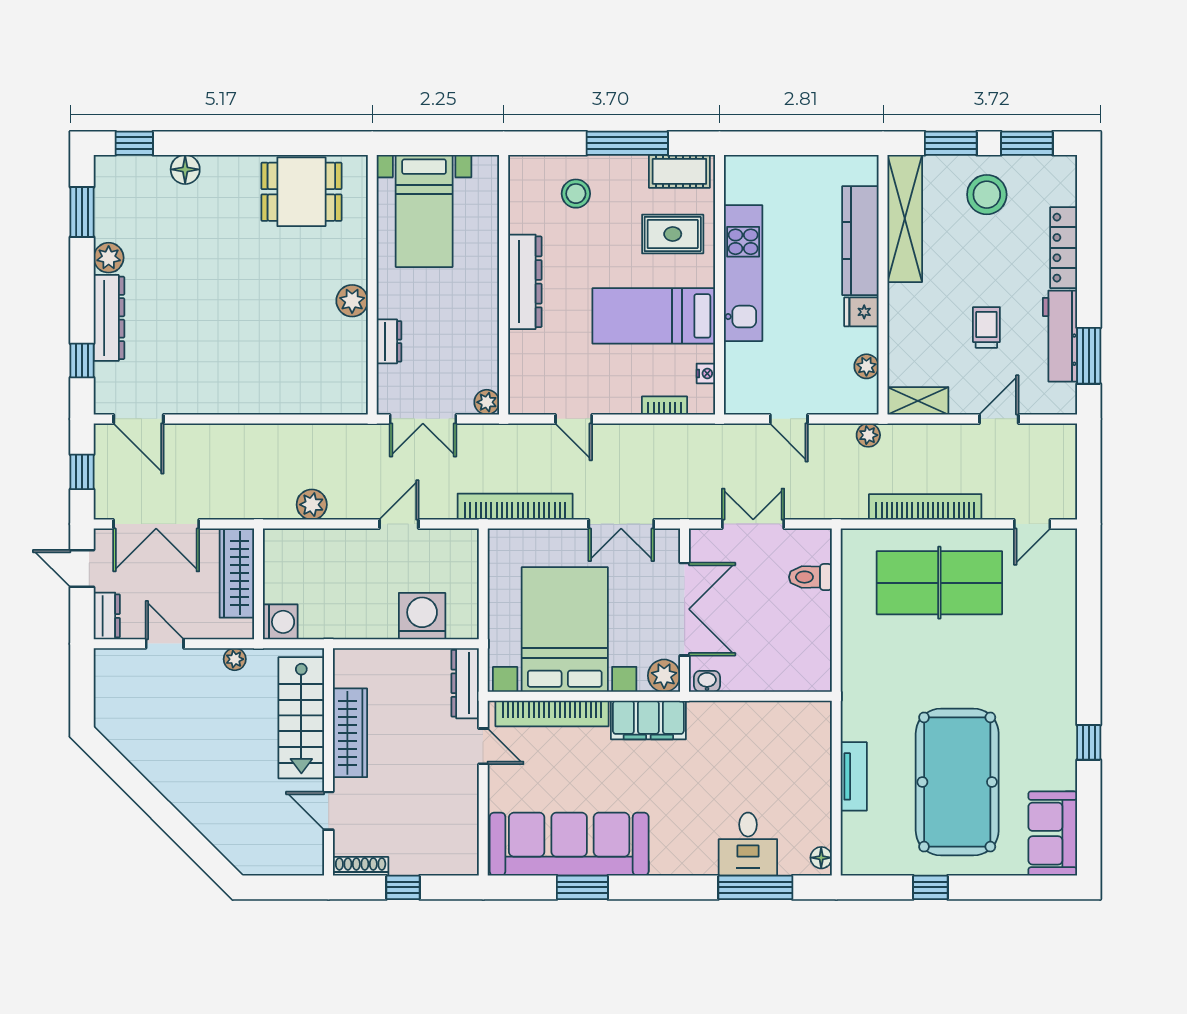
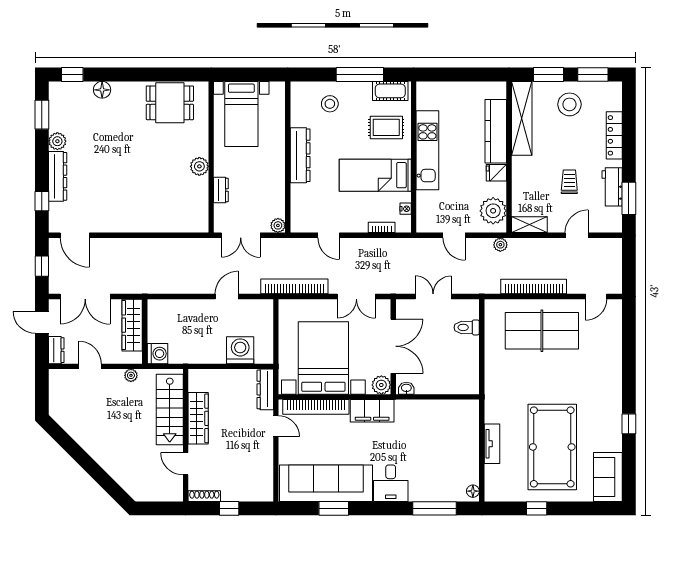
workbench: (1060, 336) -> (612, 187), width x0.73
plant: (866, 366) -> (493, 211), width x1.88, depth x1.88
plant: (312, 505) -> (176, 285), removed
desk: (748, 844) -> (391, 483), moved

